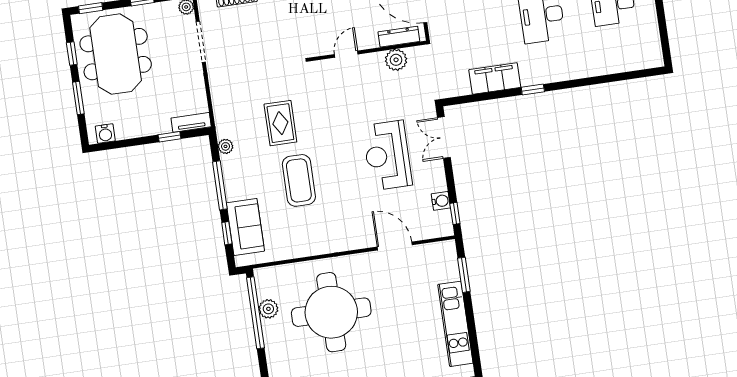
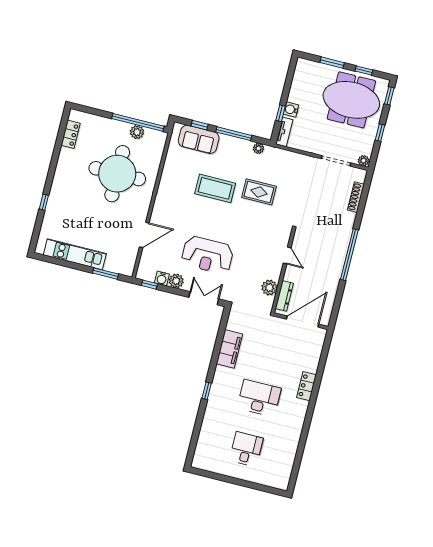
window: (533, 89) -> (207, 391), moved
water cooler: (105, 133) -> (291, 110), moved
reception desk: (387, 155) -> (207, 255), turned 180
plant: (436, 181) -> (176, 281), added

